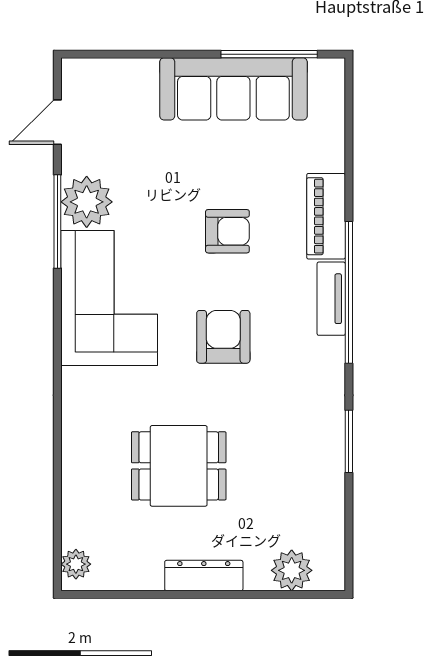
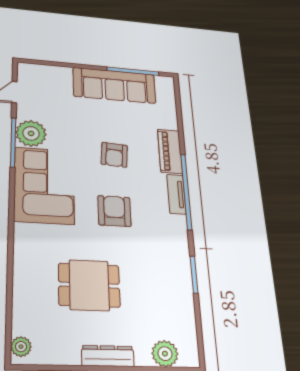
armchair: (227, 231) -> (114, 155), turned 94

